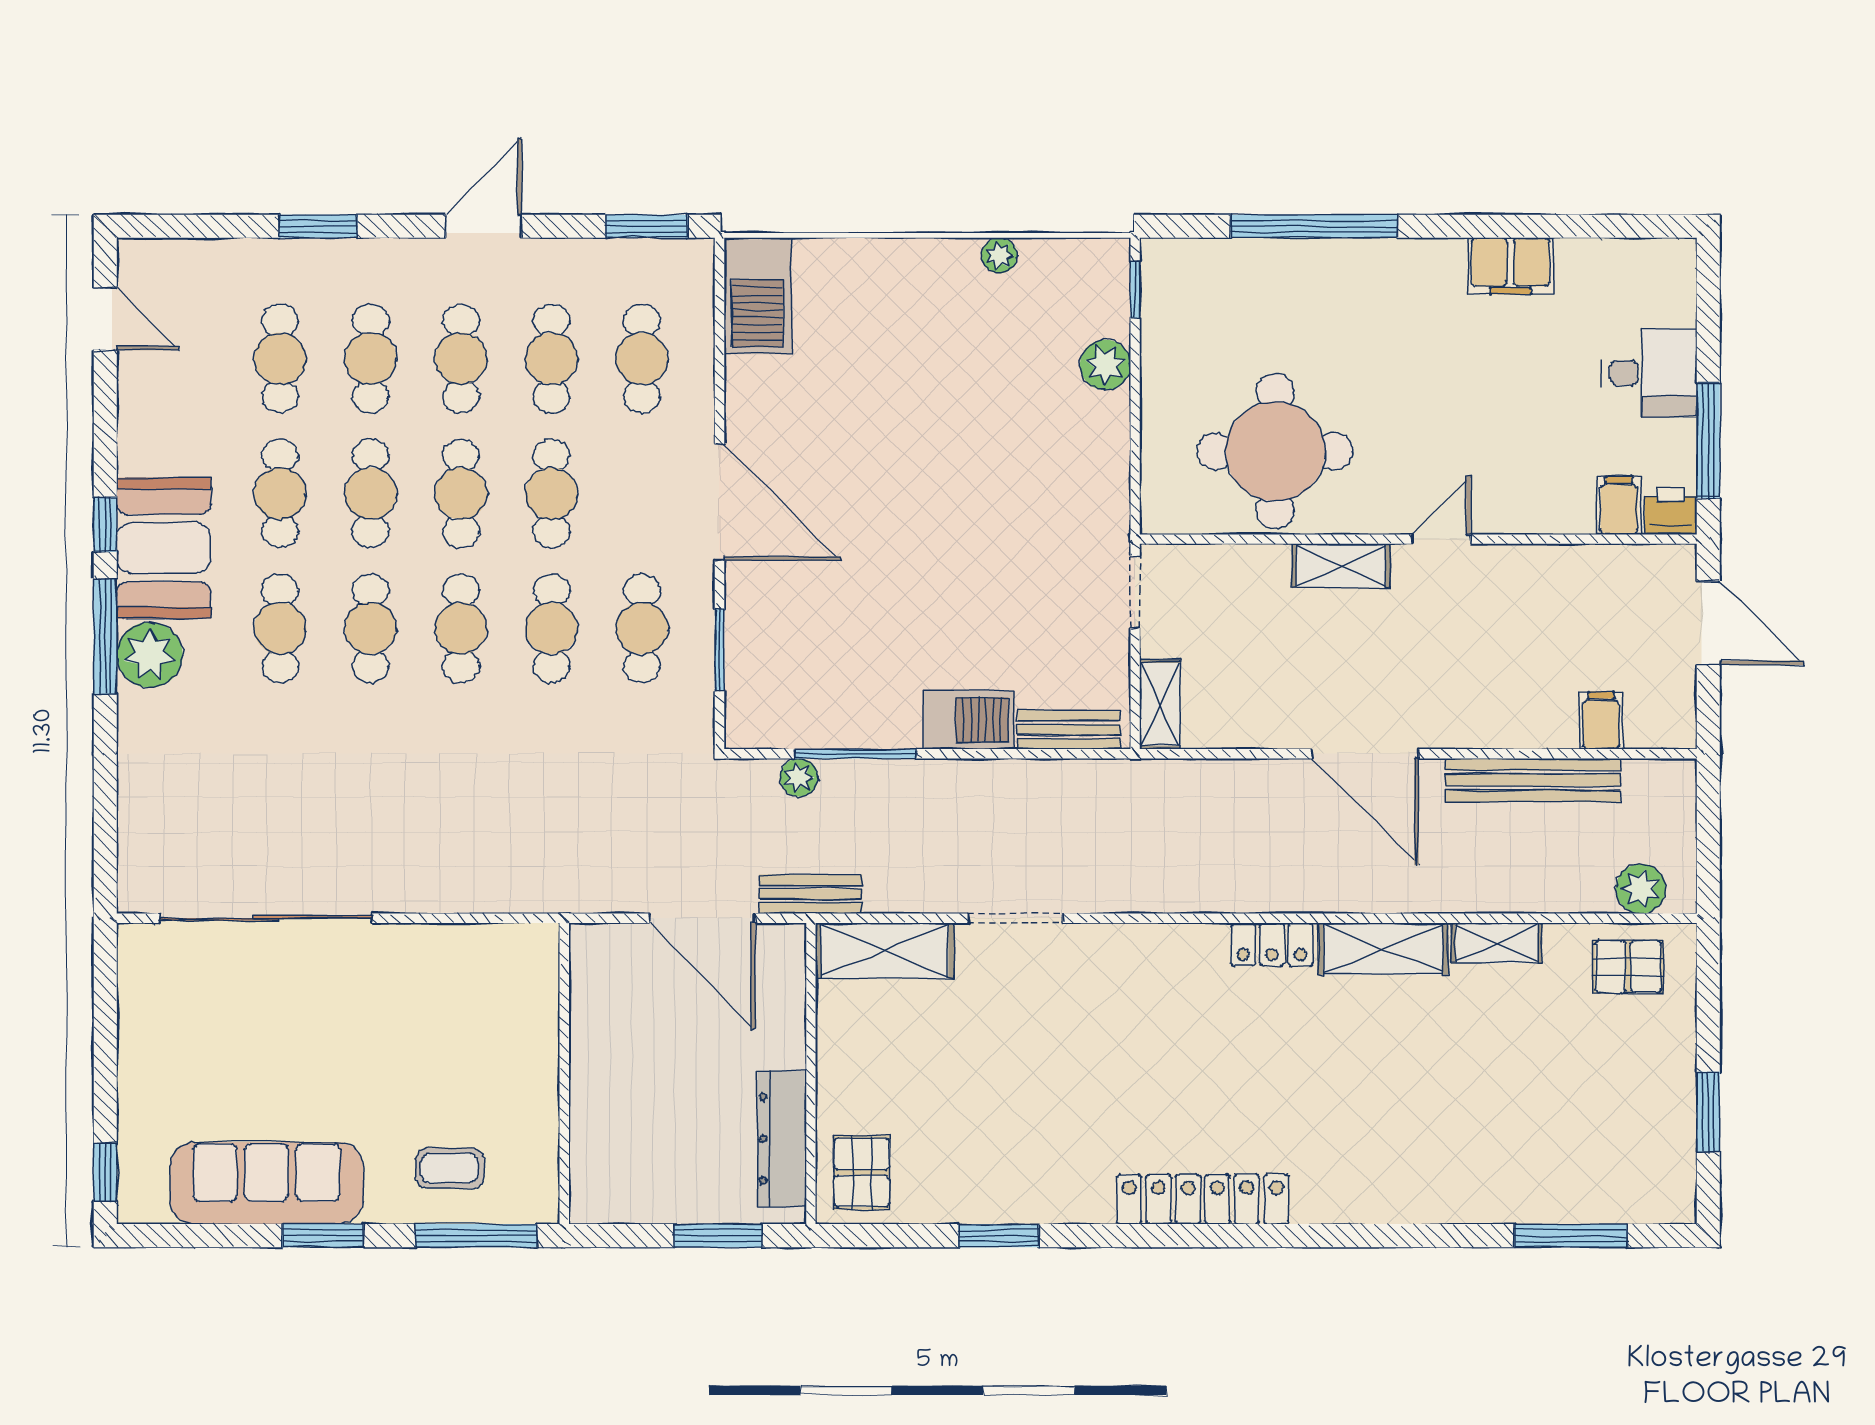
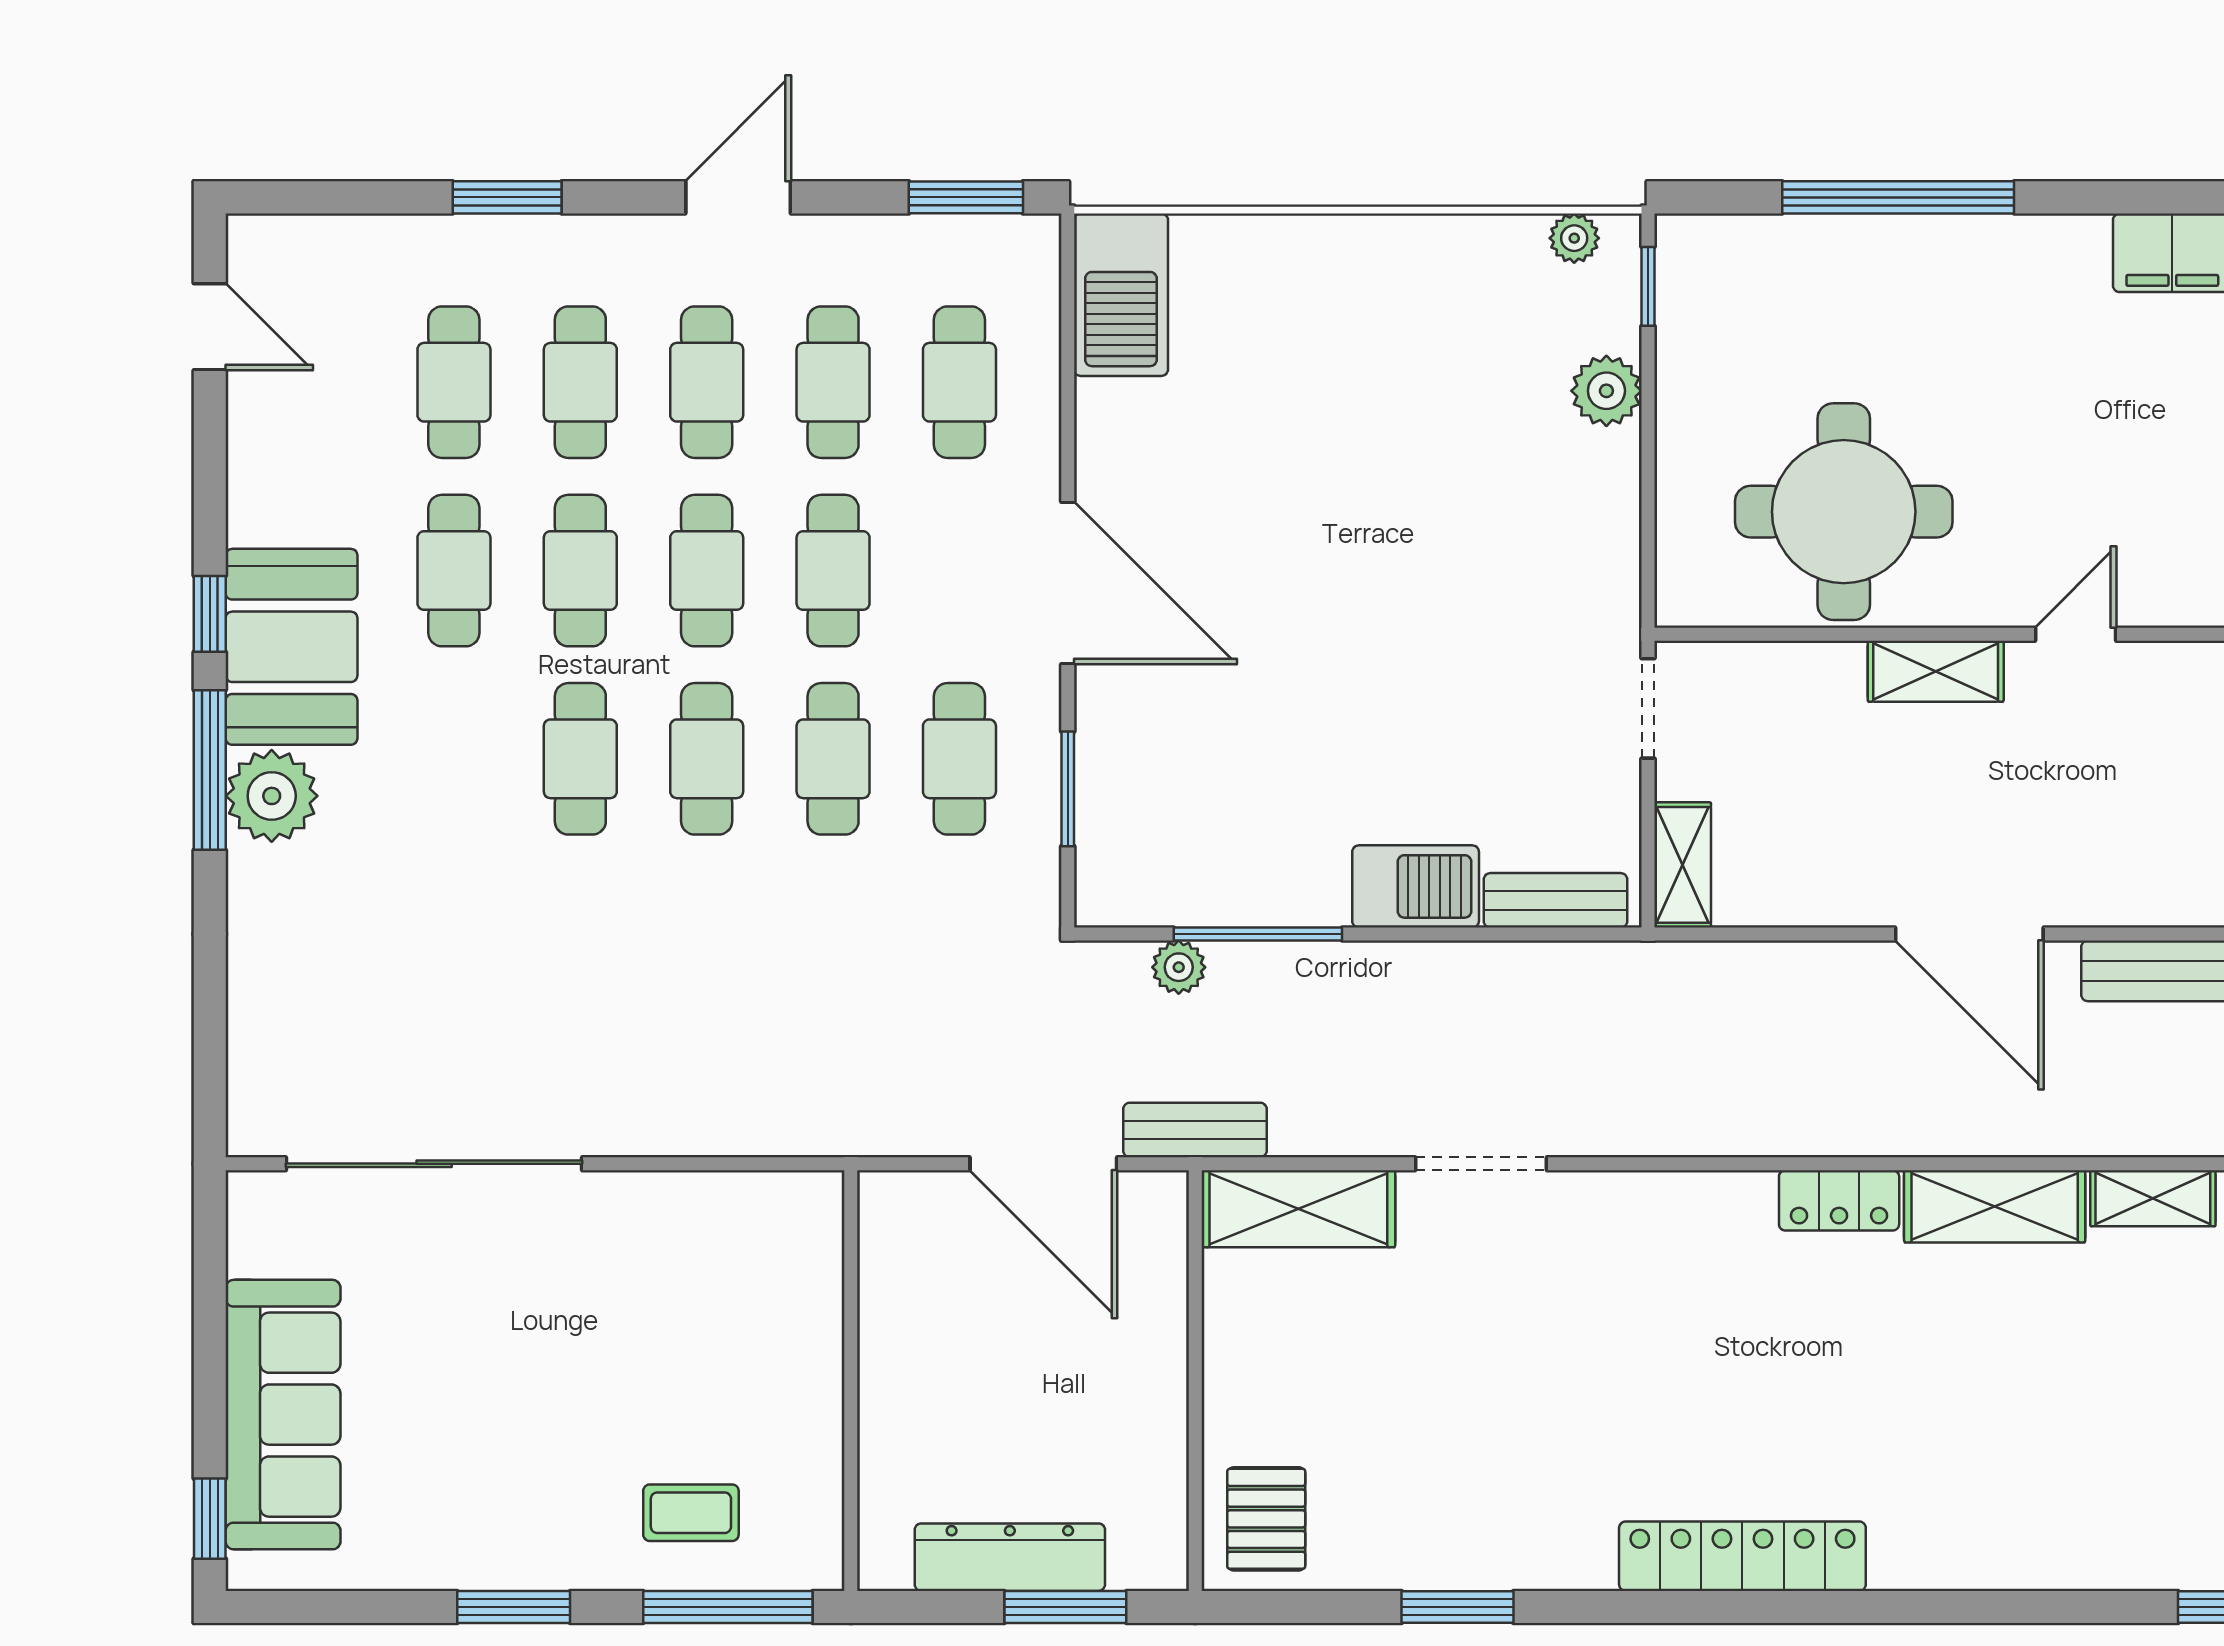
plant: (999, 256) -> (1574, 238), moved
cafe table: (280, 628) -> (454, 759), removed
dresser: (782, 1139) -> (1010, 1557), moved, turned 90
sofa: (267, 1183) -> (283, 1415), moved, turned 90

